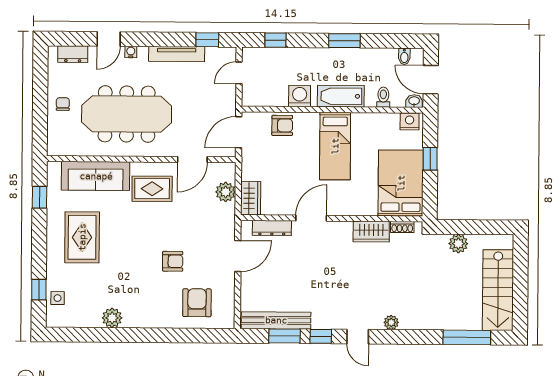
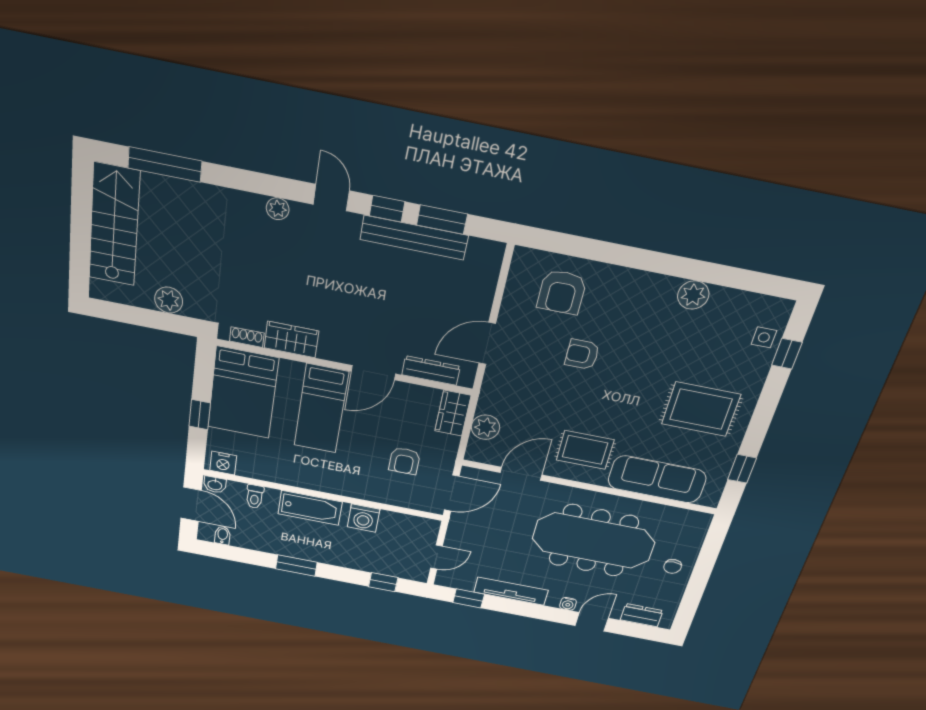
armchair: (282, 125) -> (404, 461), moved, turned -90
bed: (335, 146) -> (321, 409), moved, turned 180
rug: (82, 237) -> (701, 409), turned 90
bench: (276, 320) -> (414, 238), moved

